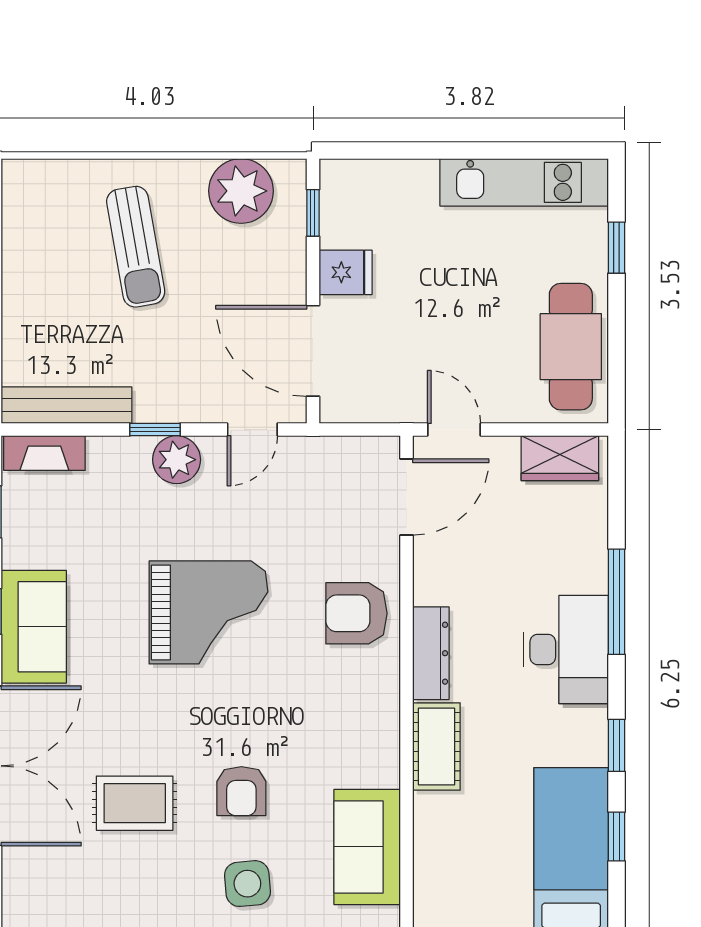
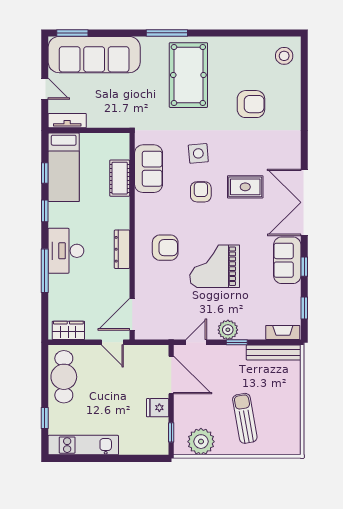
armchair: (356, 613) -> (165, 248), moved
cot: (436, 747) -> (120, 178), moved

